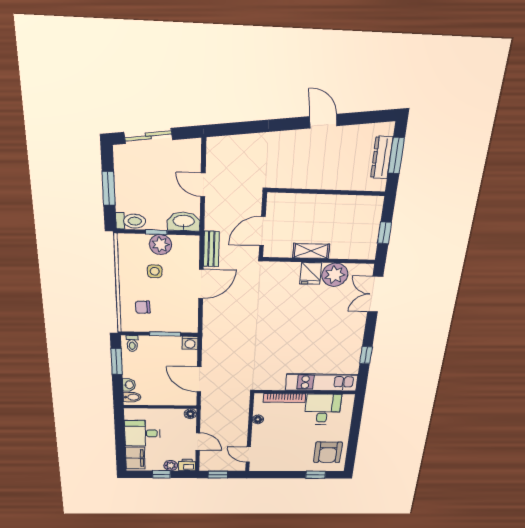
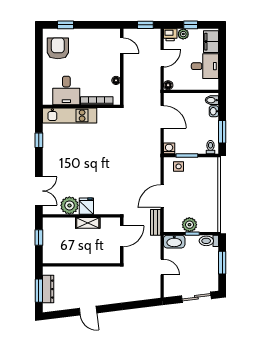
side table: (155, 271) -> (179, 166), moved
chair: (143, 307) -> (202, 177), removed
door: (198, 442) -> (162, 58), swing flipped

